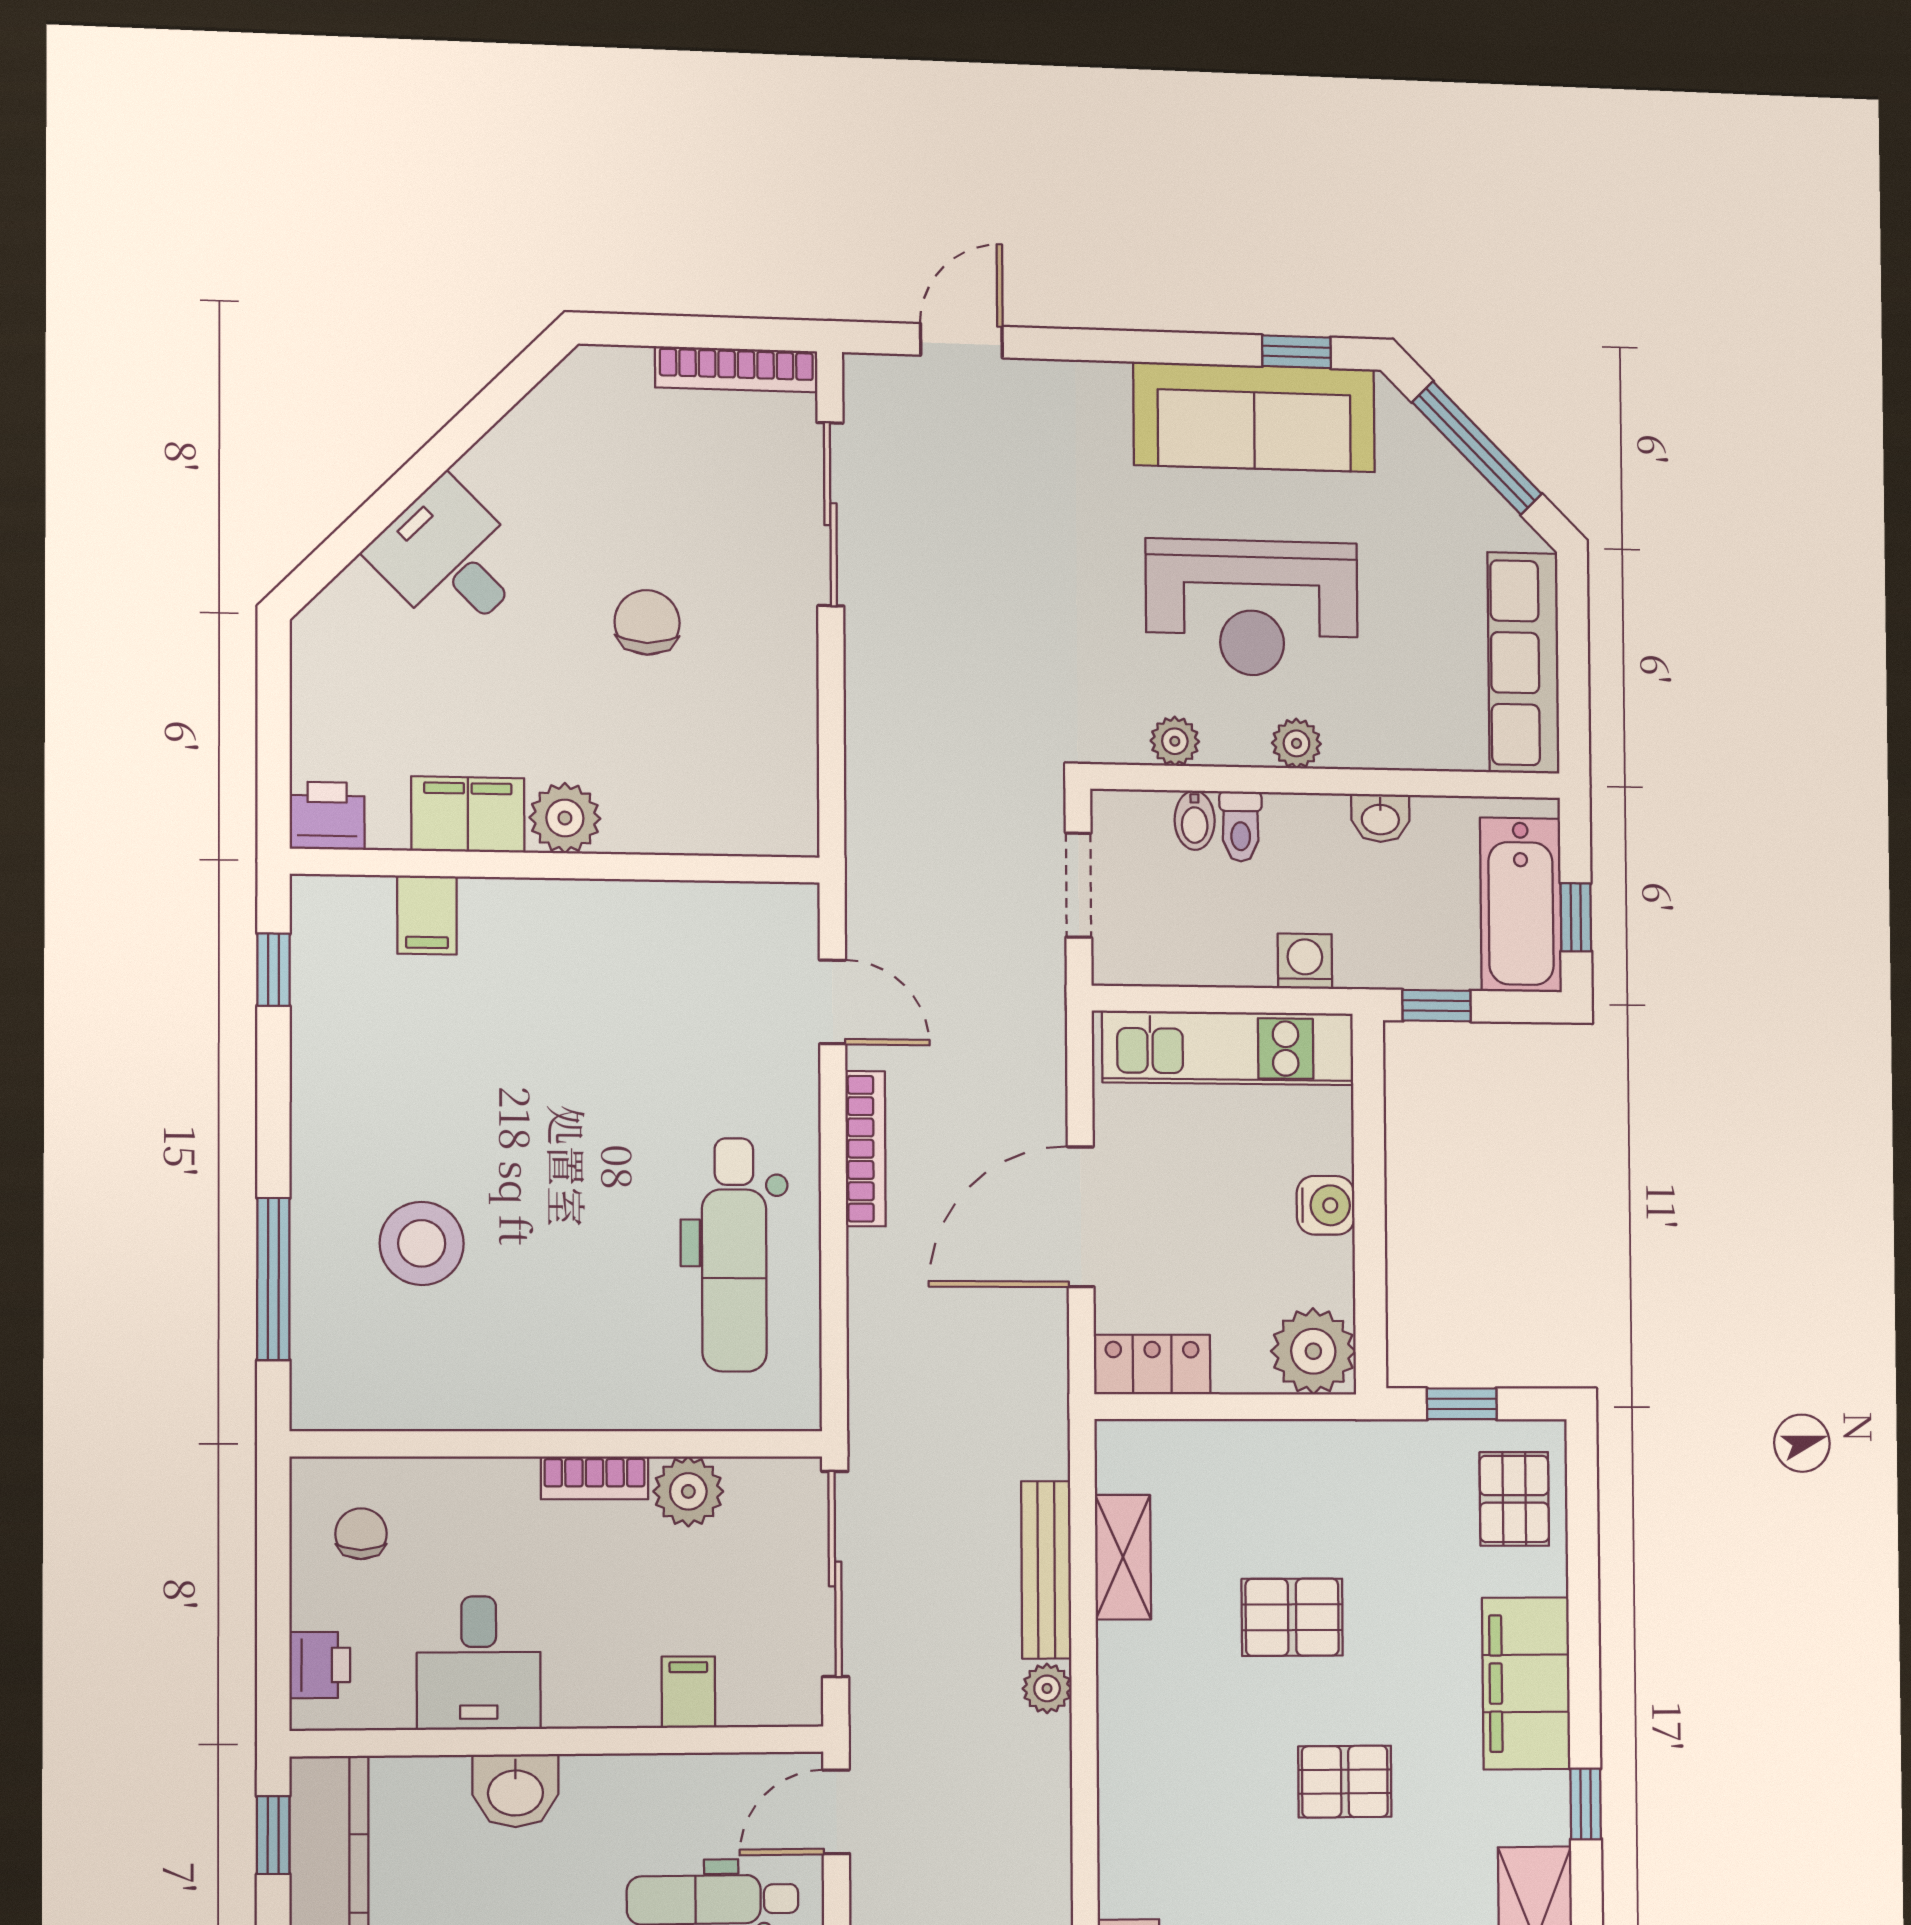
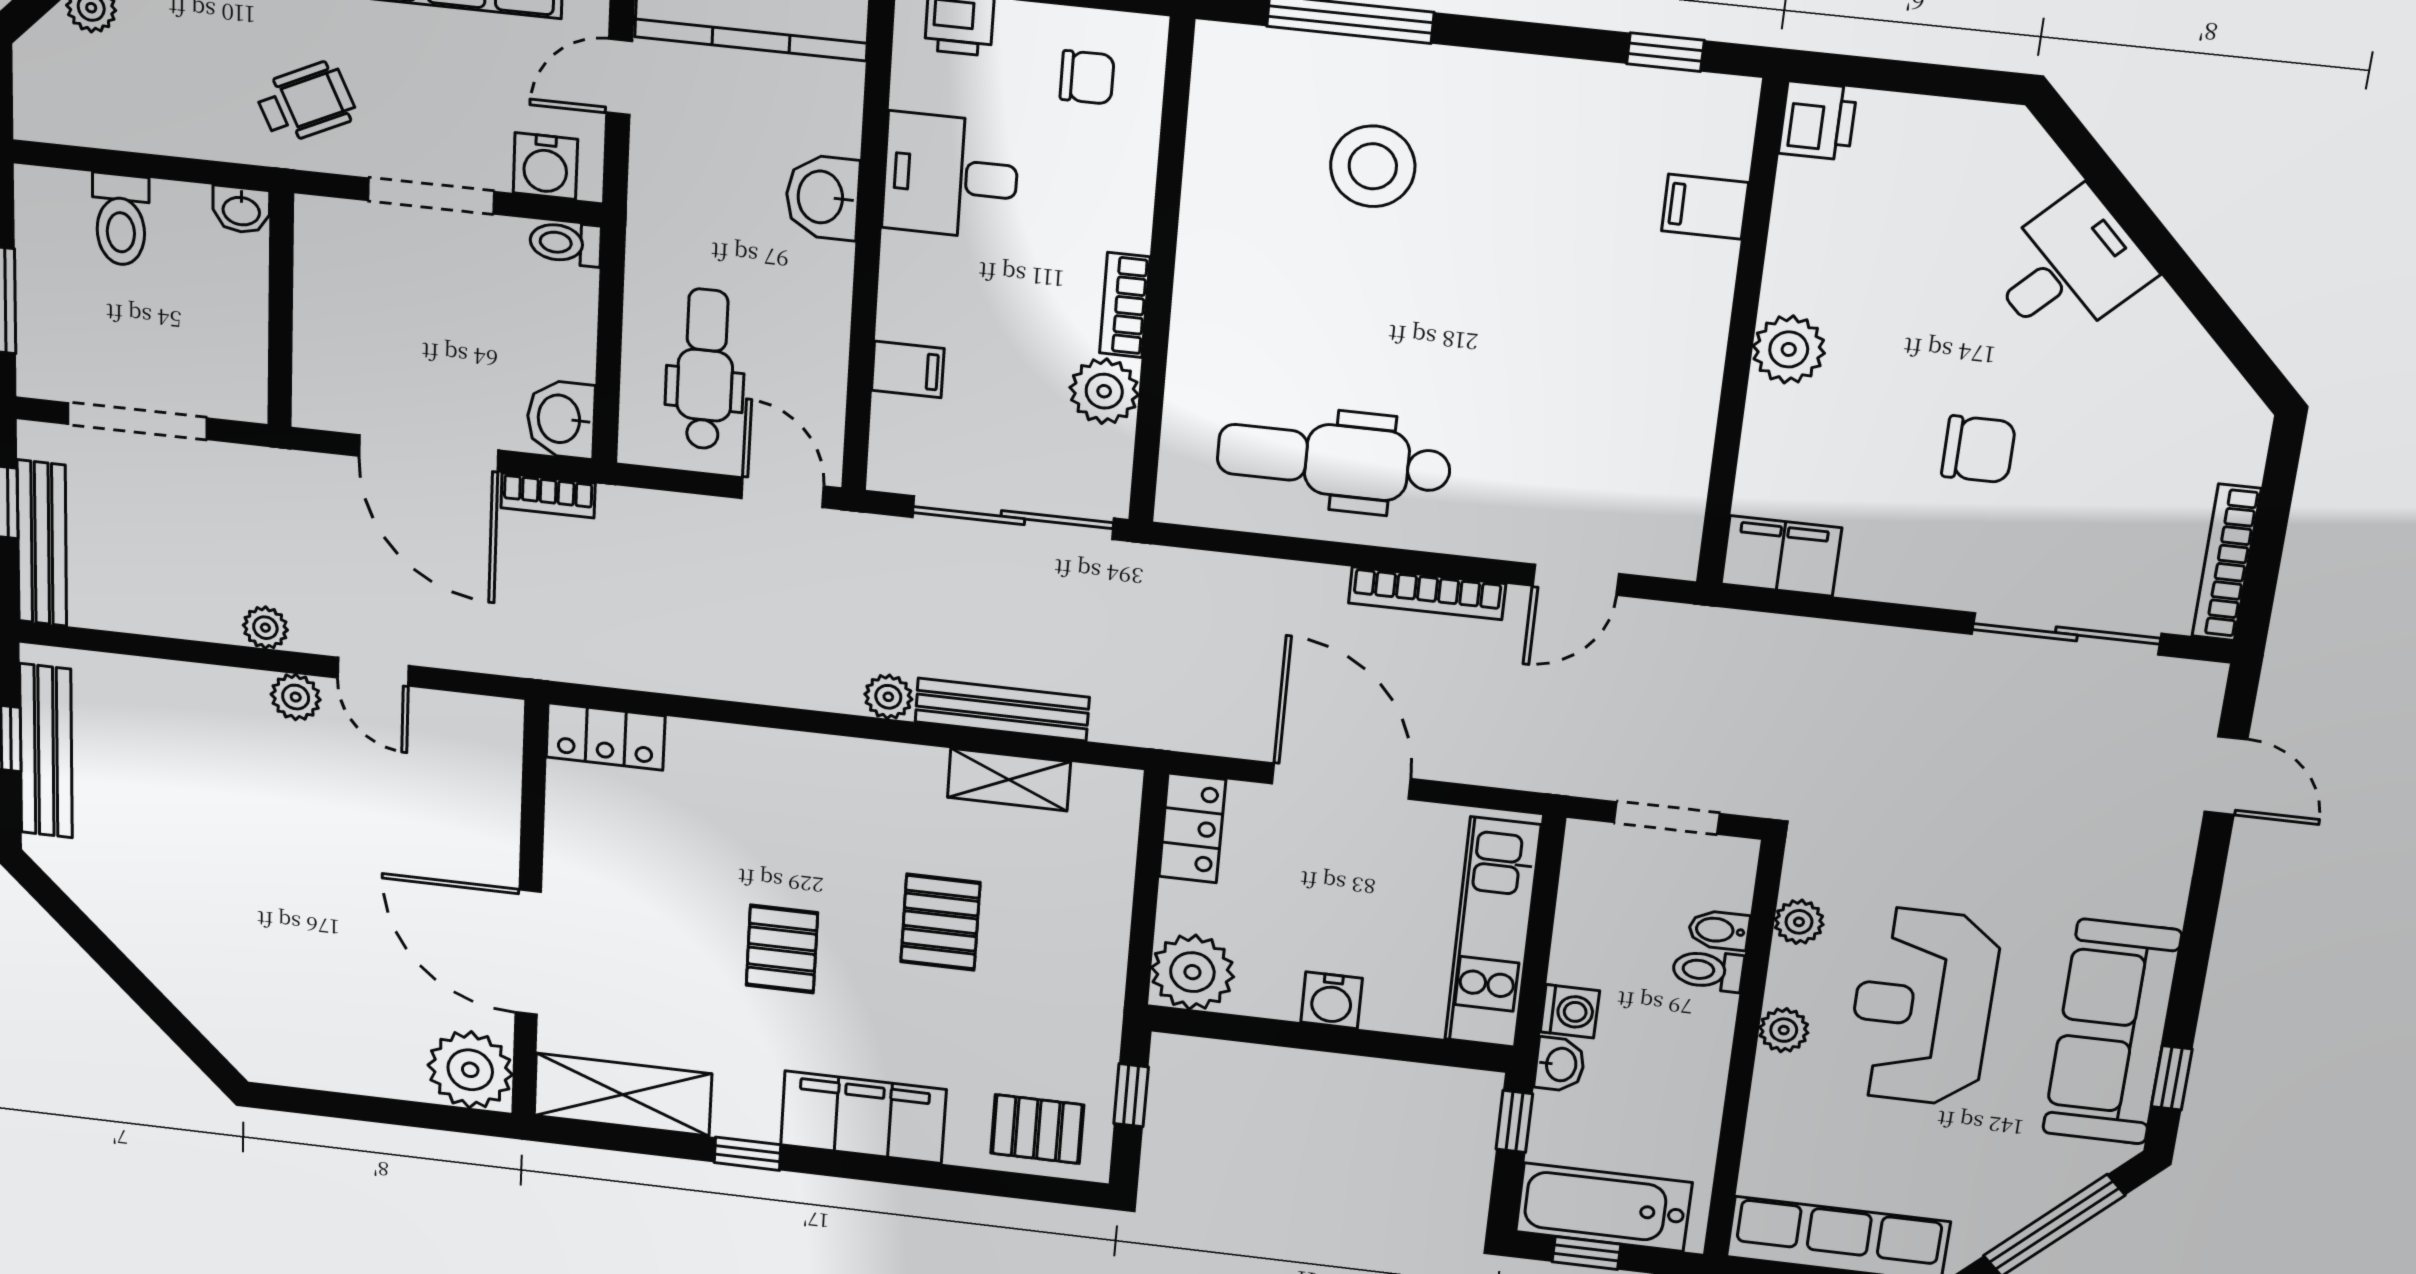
filing cabinet: (468, 814) -> (1781, 556), moved, turned -90
washbasin: (1380, 818) -> (1560, 1064), moved, turned 180

